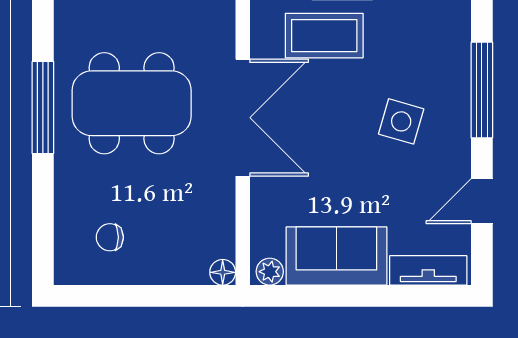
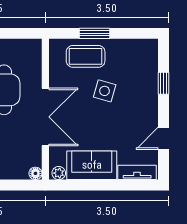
window: (482, 90) -> (164, 83), width x0.46
double door: (243, 118) -> (45, 117), moved
side table: (401, 121) -> (105, 91), moved

